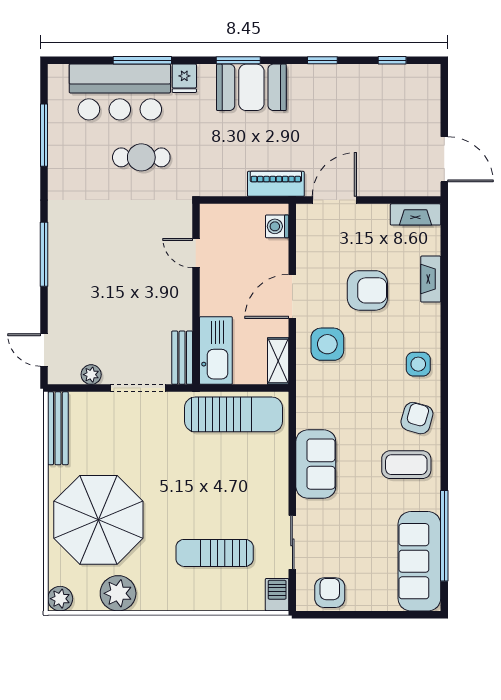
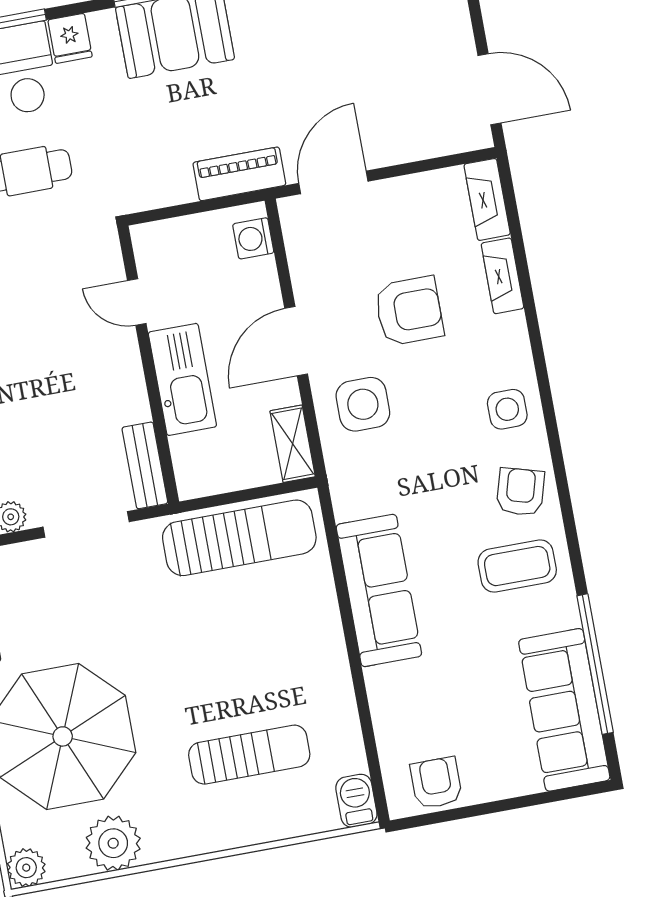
fireplace: (415, 214) -> (487, 199), moved, turned 90
kitchen sink: (216, 351) -> (182, 379), moved
sofa: (316, 464) -> (379, 590), width x1.36
sliding door: (292, 542) -> (365, 717), removed
sun lounger: (215, 553) -> (249, 755), turned 180

